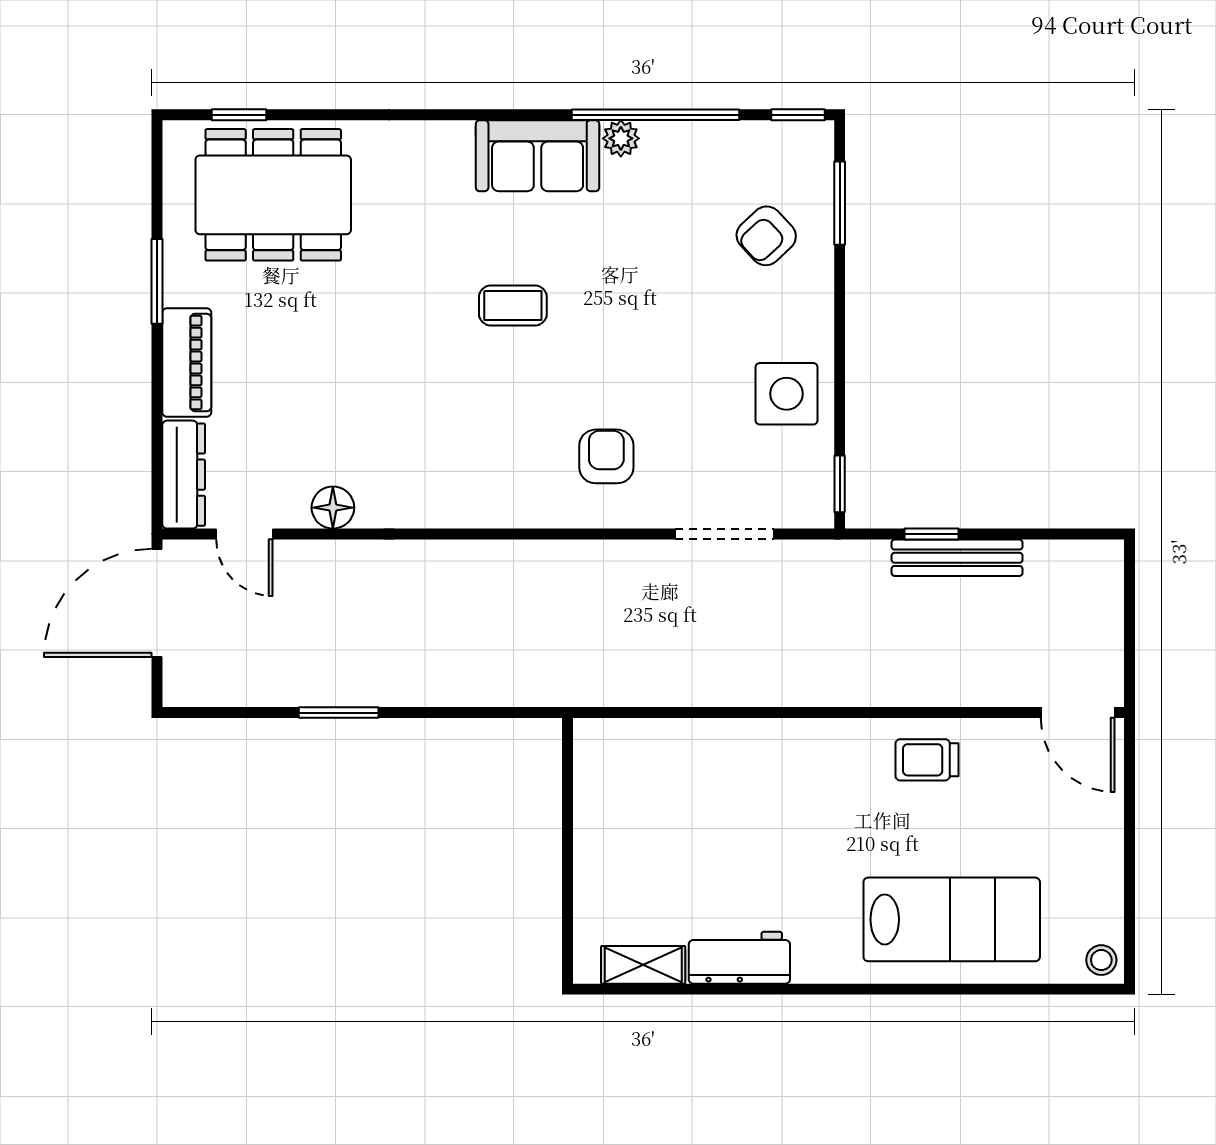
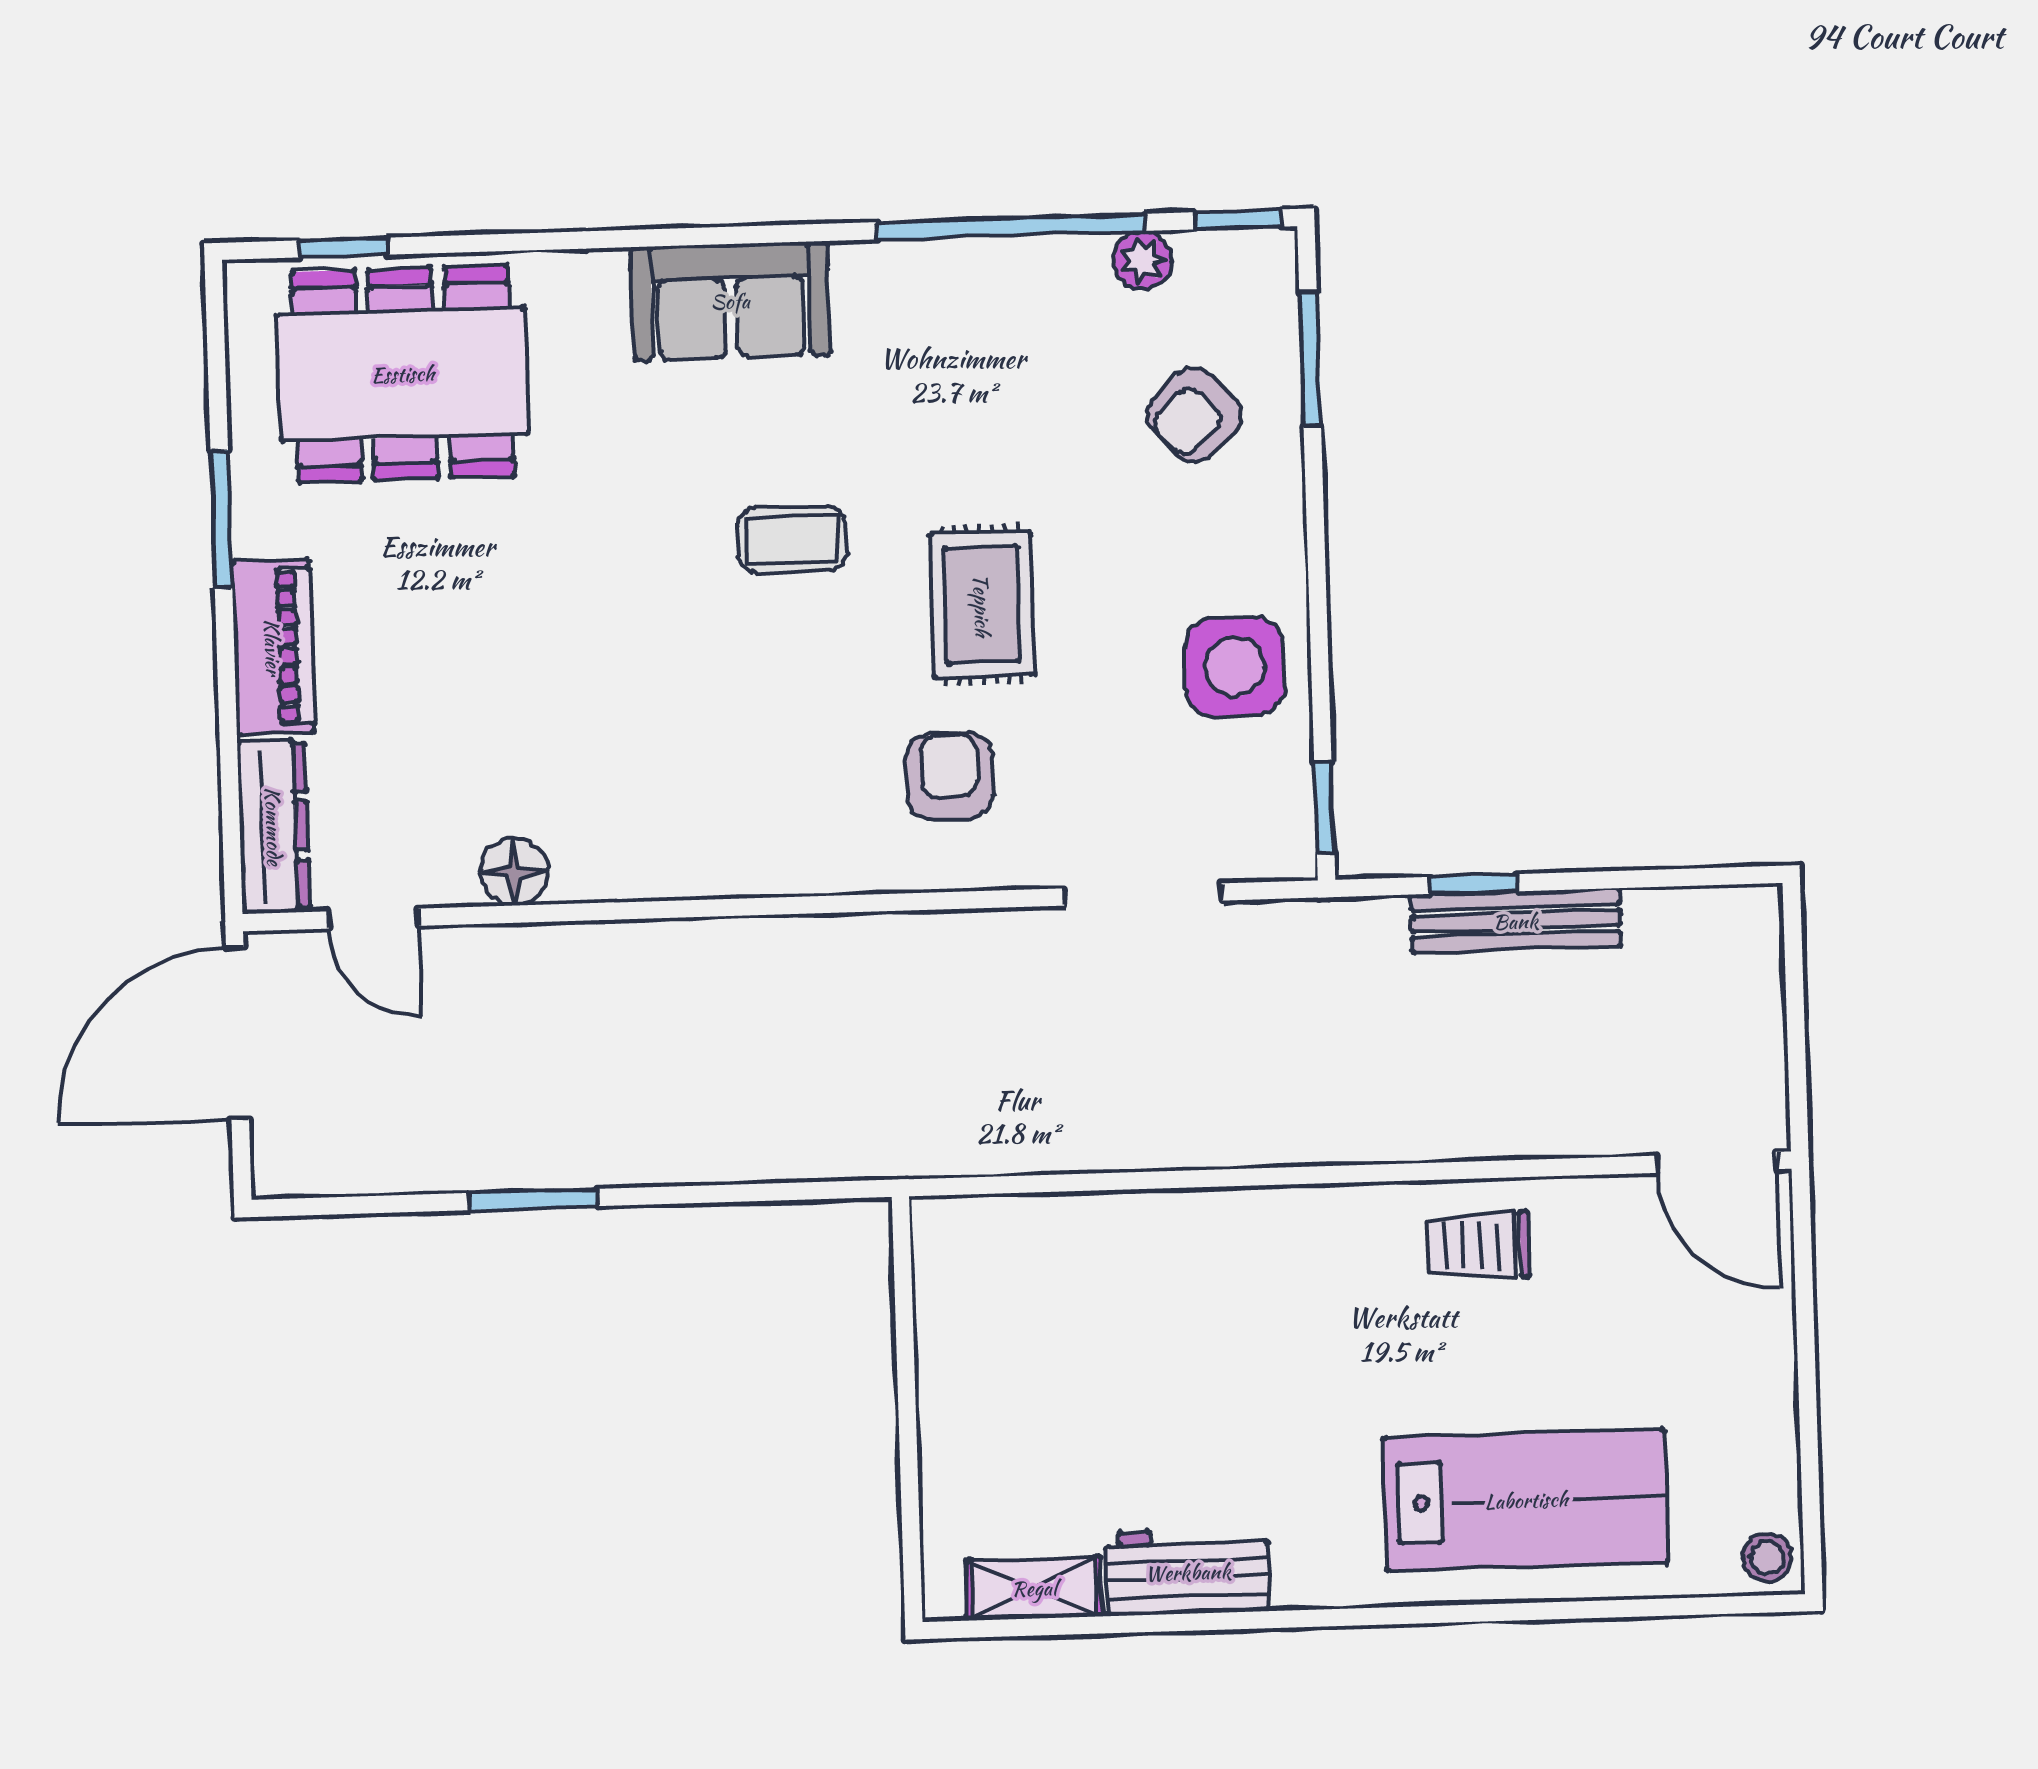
plant: (621, 138) -> (1142, 260), moved
sofa: (538, 156) -> (730, 301), moved
rug: (630, 350) -> (982, 605), added

